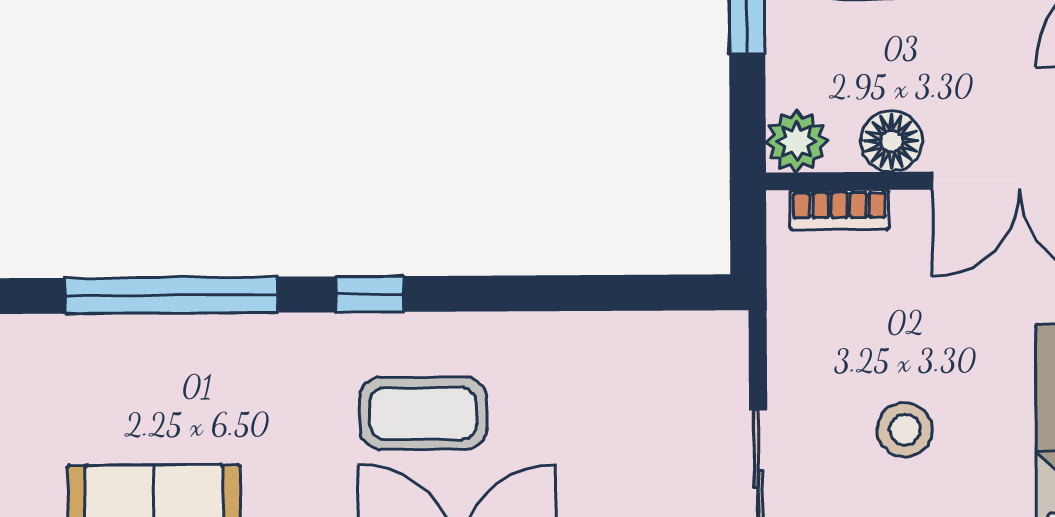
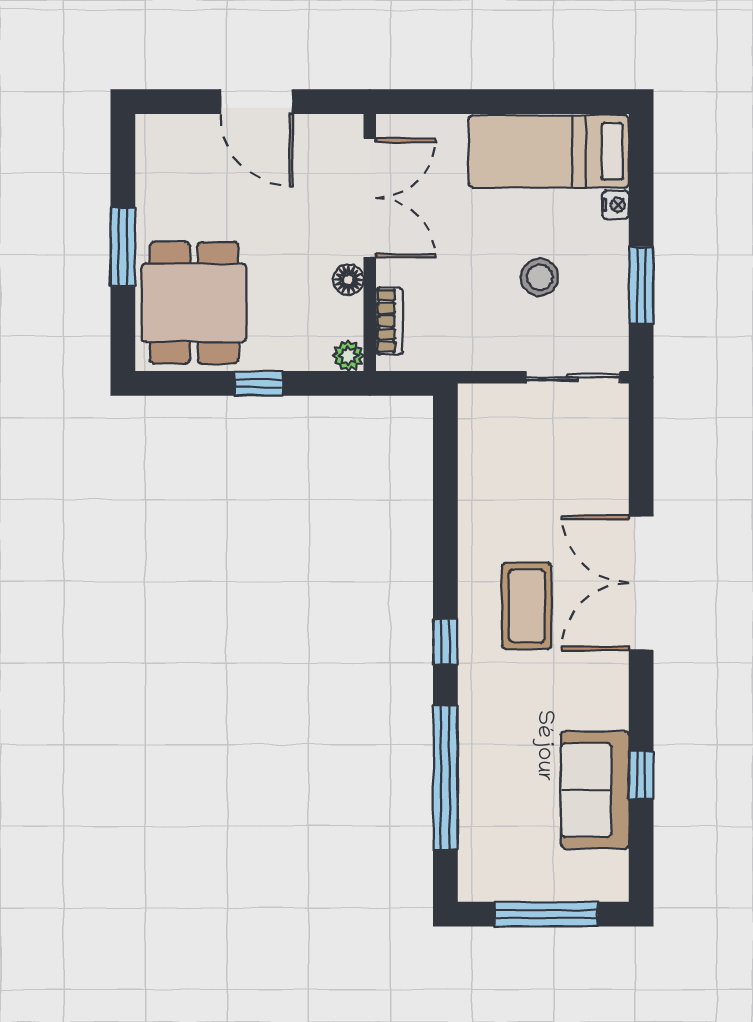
plant: (797, 141) -> (348, 356), width x0.73, depth x0.73
floor lamp: (891, 141) -> (348, 280), width x0.73, depth x0.73

